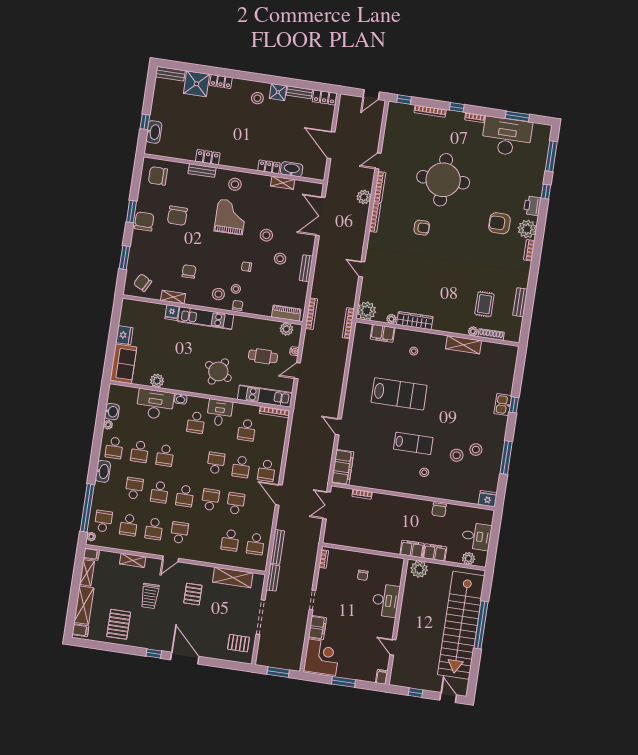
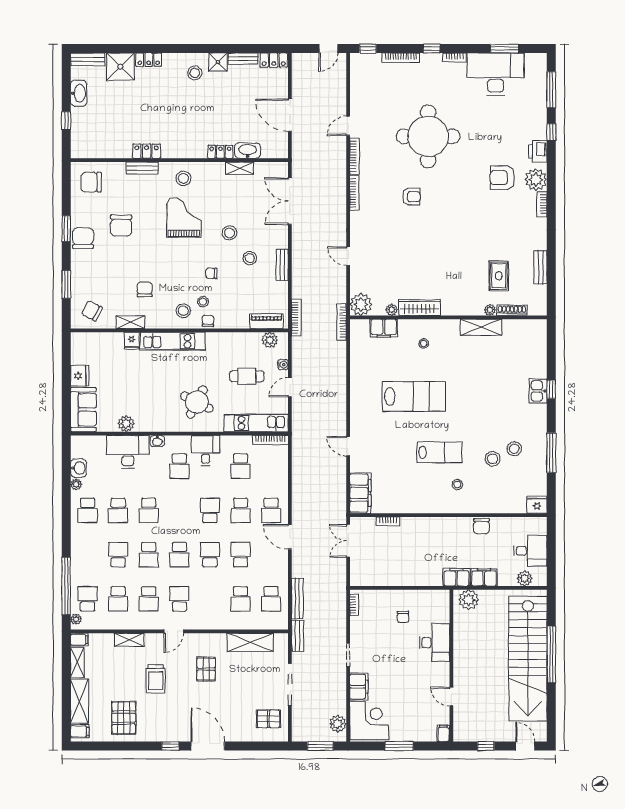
washbasin: (154, 132) -> (79, 93), moved
plant: (364, 197) -> (338, 724), moved
washbasin: (103, 471) -> (78, 540), removed

